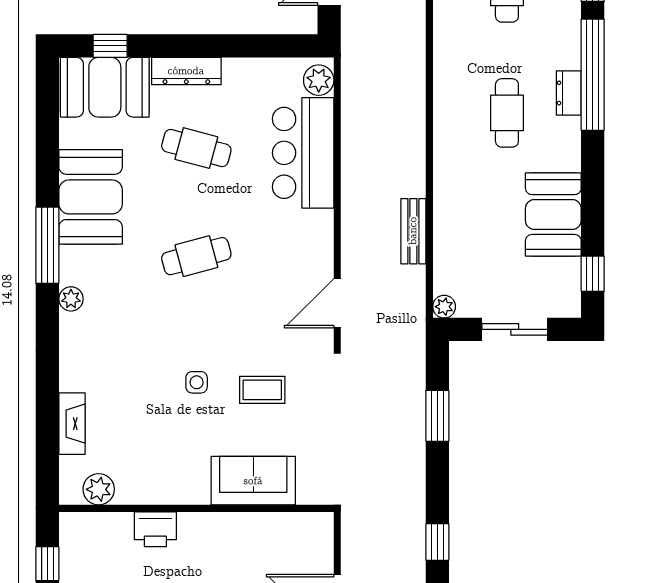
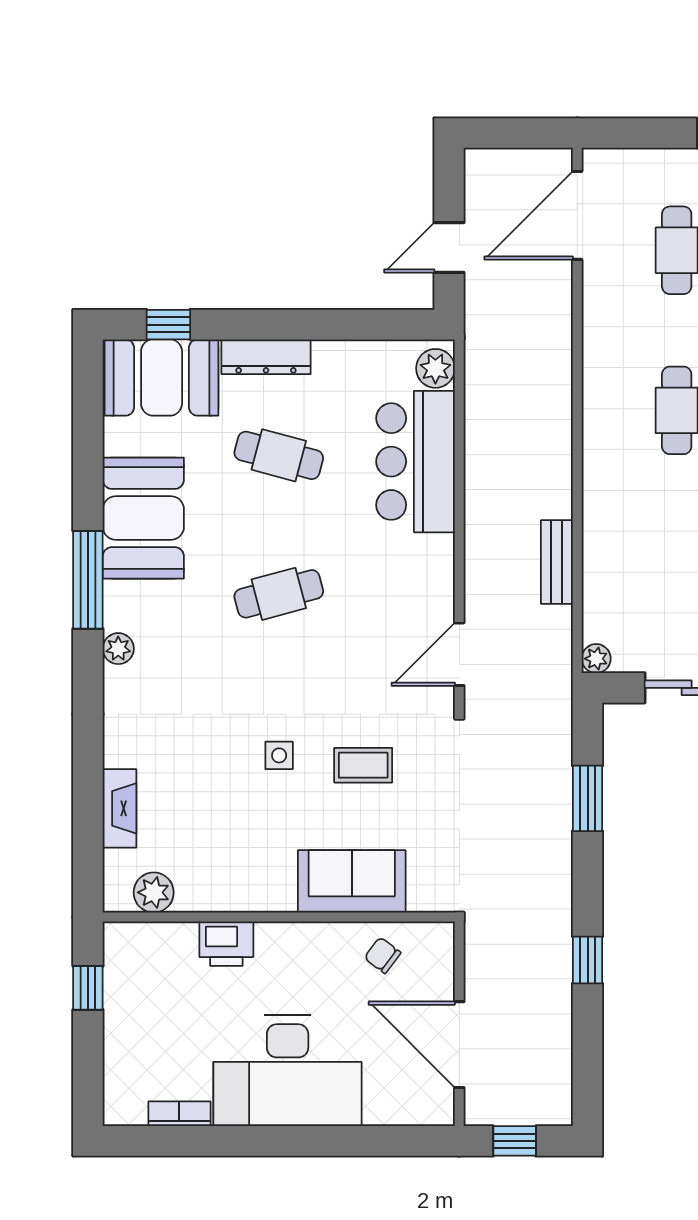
chair: (277, 538) -> (383, 955), added

